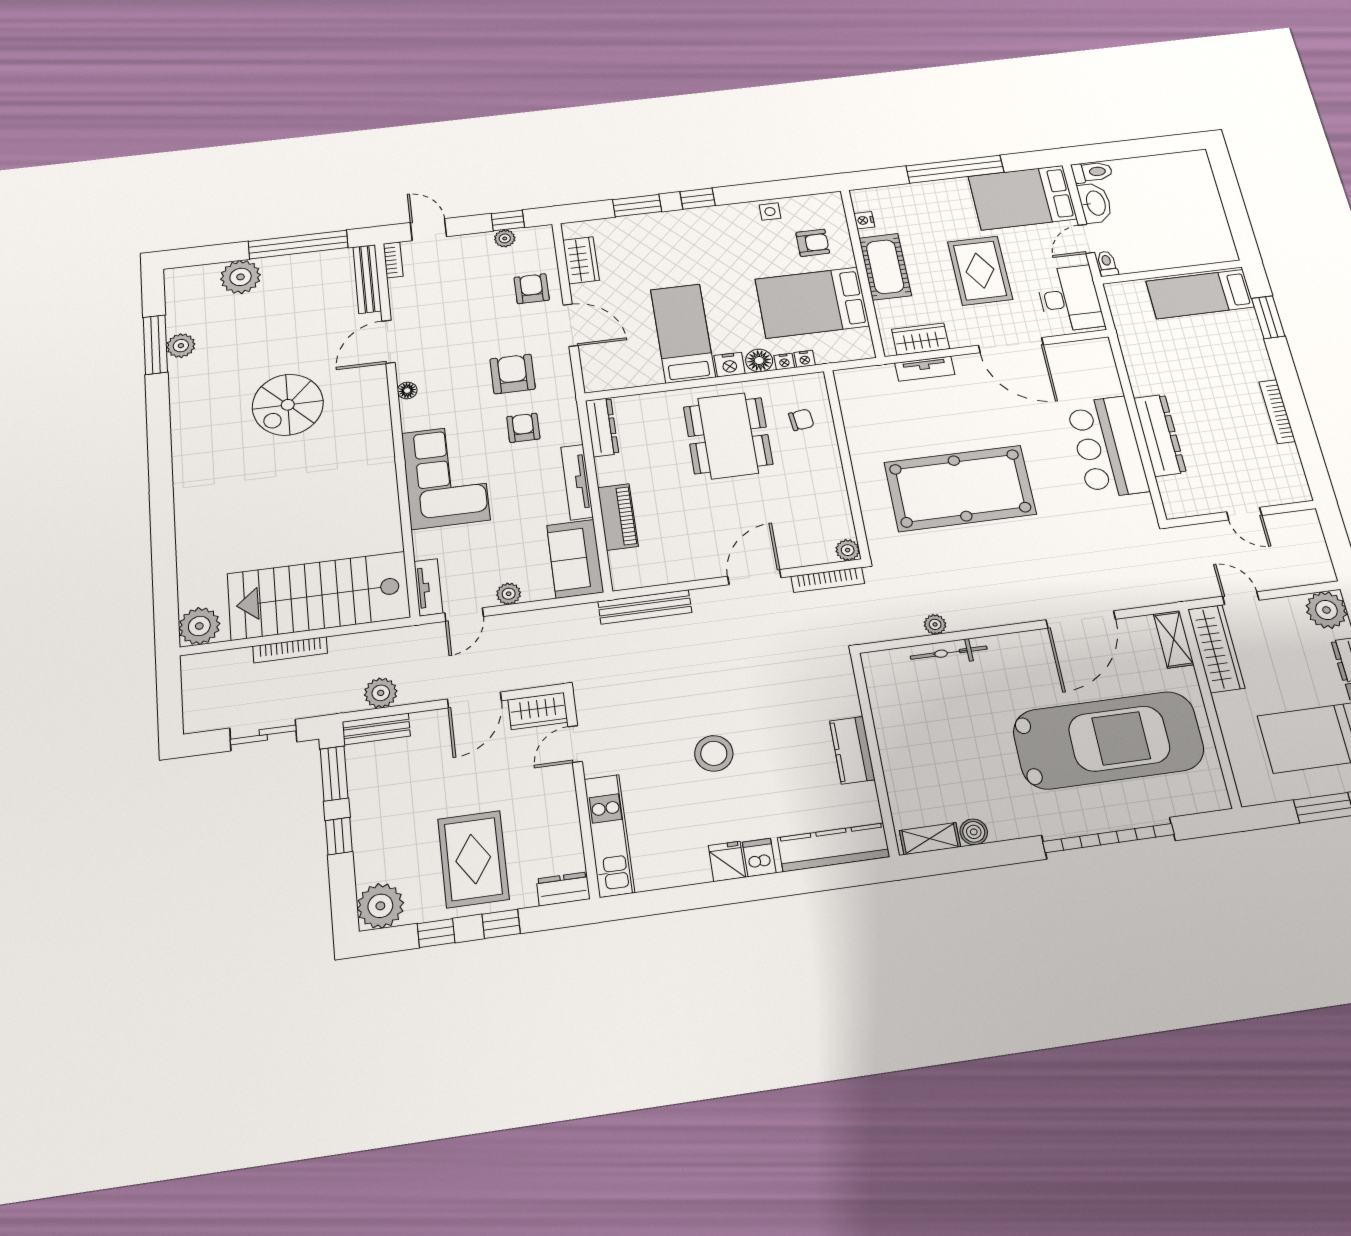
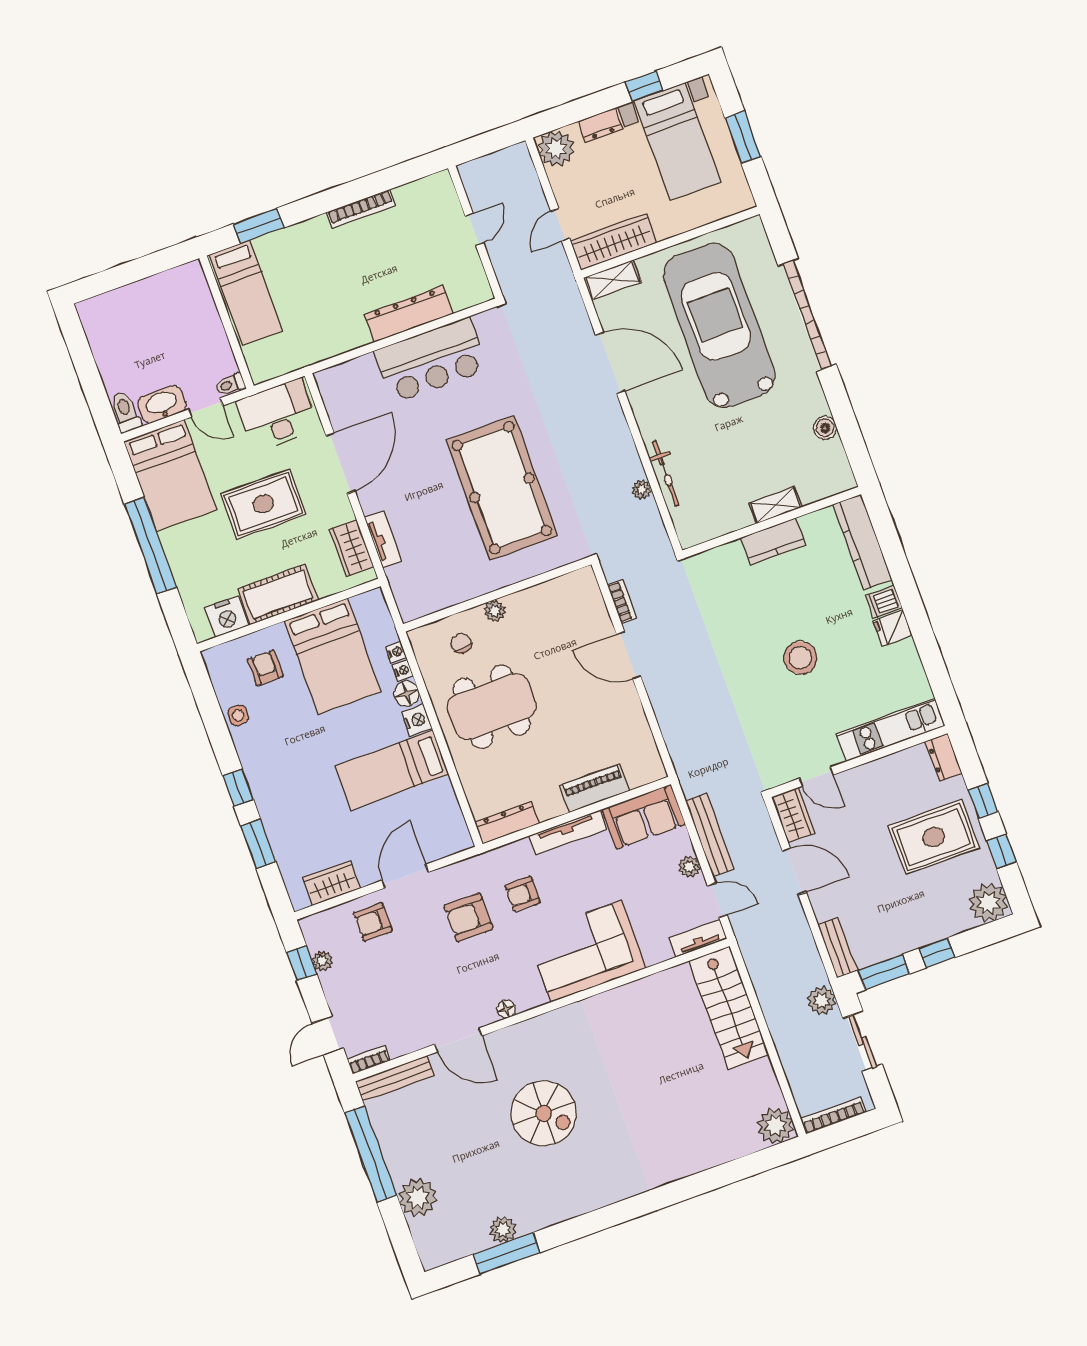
nightstand: (864, 220) -> (227, 617), width x1.89, depth x1.79
plant: (848, 550) -> (495, 611), moved
bookcase: (828, 580) -> (622, 601), width x0.64
stairs: (319, 596) -> (729, 1008), width x0.73, depth x0.66
bench: (645, 607) -> (710, 835), moved
bookcase: (290, 650) -> (833, 1115), moved, turned -90
plant: (381, 693) -> (822, 1001), moved
shelving: (930, 839) -> (775, 505), moved, turned 90

